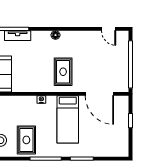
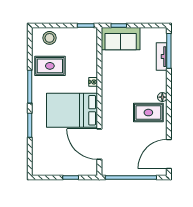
door: (109, 29) -> (169, 154), width x1.88
rug: (63, 72) -> (148, 113), moved
door: (99, 94) -> (99, 144), hinge flipped
bed: (68, 119) -> (72, 110), width x1.50

